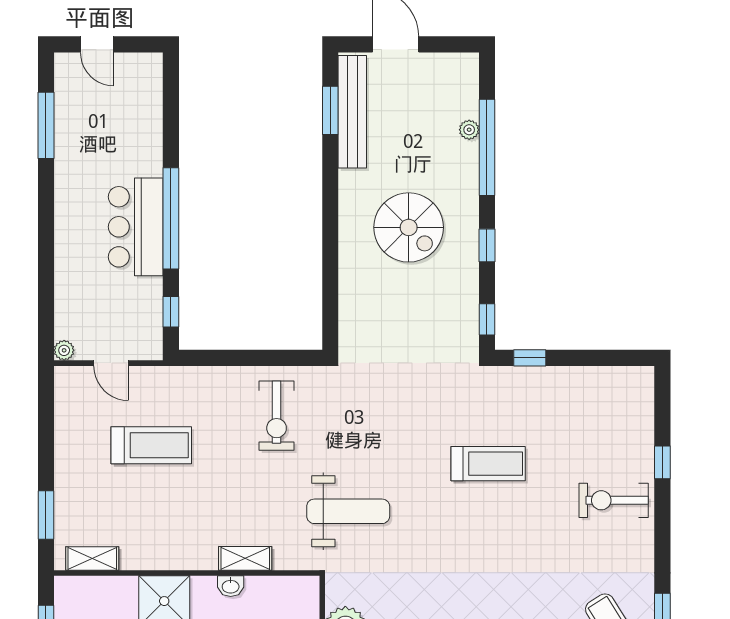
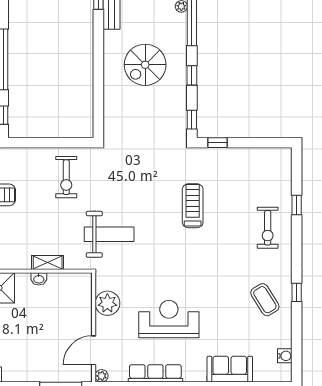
spiral stairs: (409, 227) -> (145, 65), turned 90
treadmill: (488, 464) -> (193, 206), turned -90
exercise bike: (614, 500) -> (268, 228), turned -90

